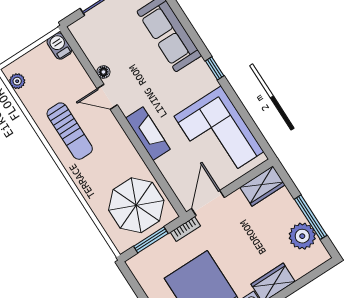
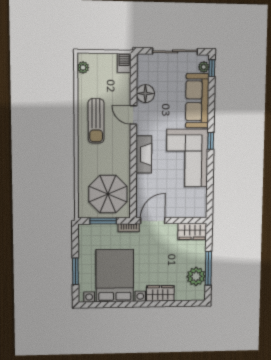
floor lamp: (103, 72) -> (145, 94), width x1.89, depth x1.89
corner sofa: (219, 134) -> (187, 158), moved

